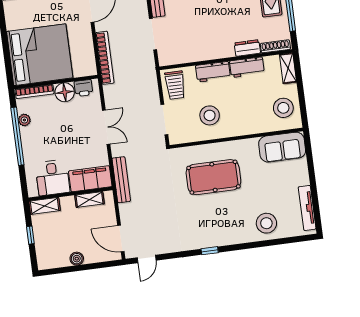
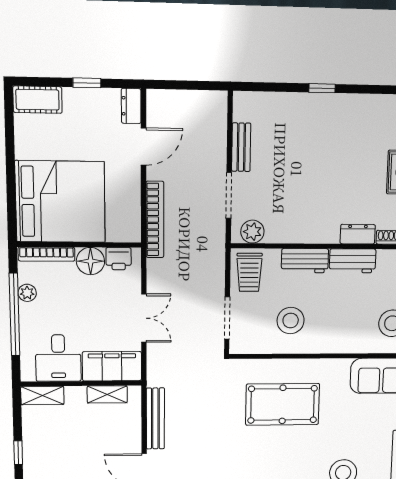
plant: (173, 57) -> (252, 232), added
desk: (53, 178) -> (58, 358), moved
filing cabinet: (90, 179) -> (112, 366), moved
bench: (121, 180) -> (155, 419), moved
wall: (71, 194) -> (81, 384), moved
shelving: (89, 200) -> (107, 394), moved
shelving: (45, 206) -> (42, 396), moved

